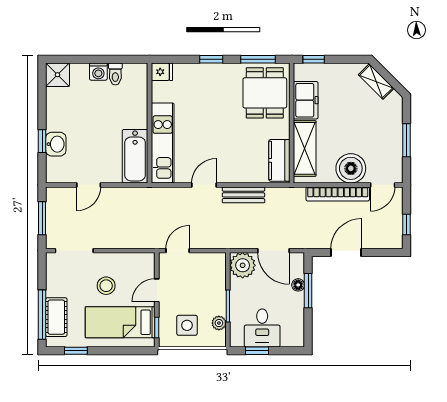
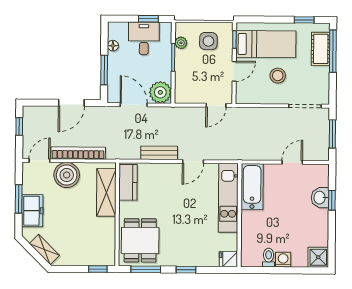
freezer: (306, 100) -> (32, 211), moved, turned 180
floor lamp: (298, 285) -> (113, 46), moved

